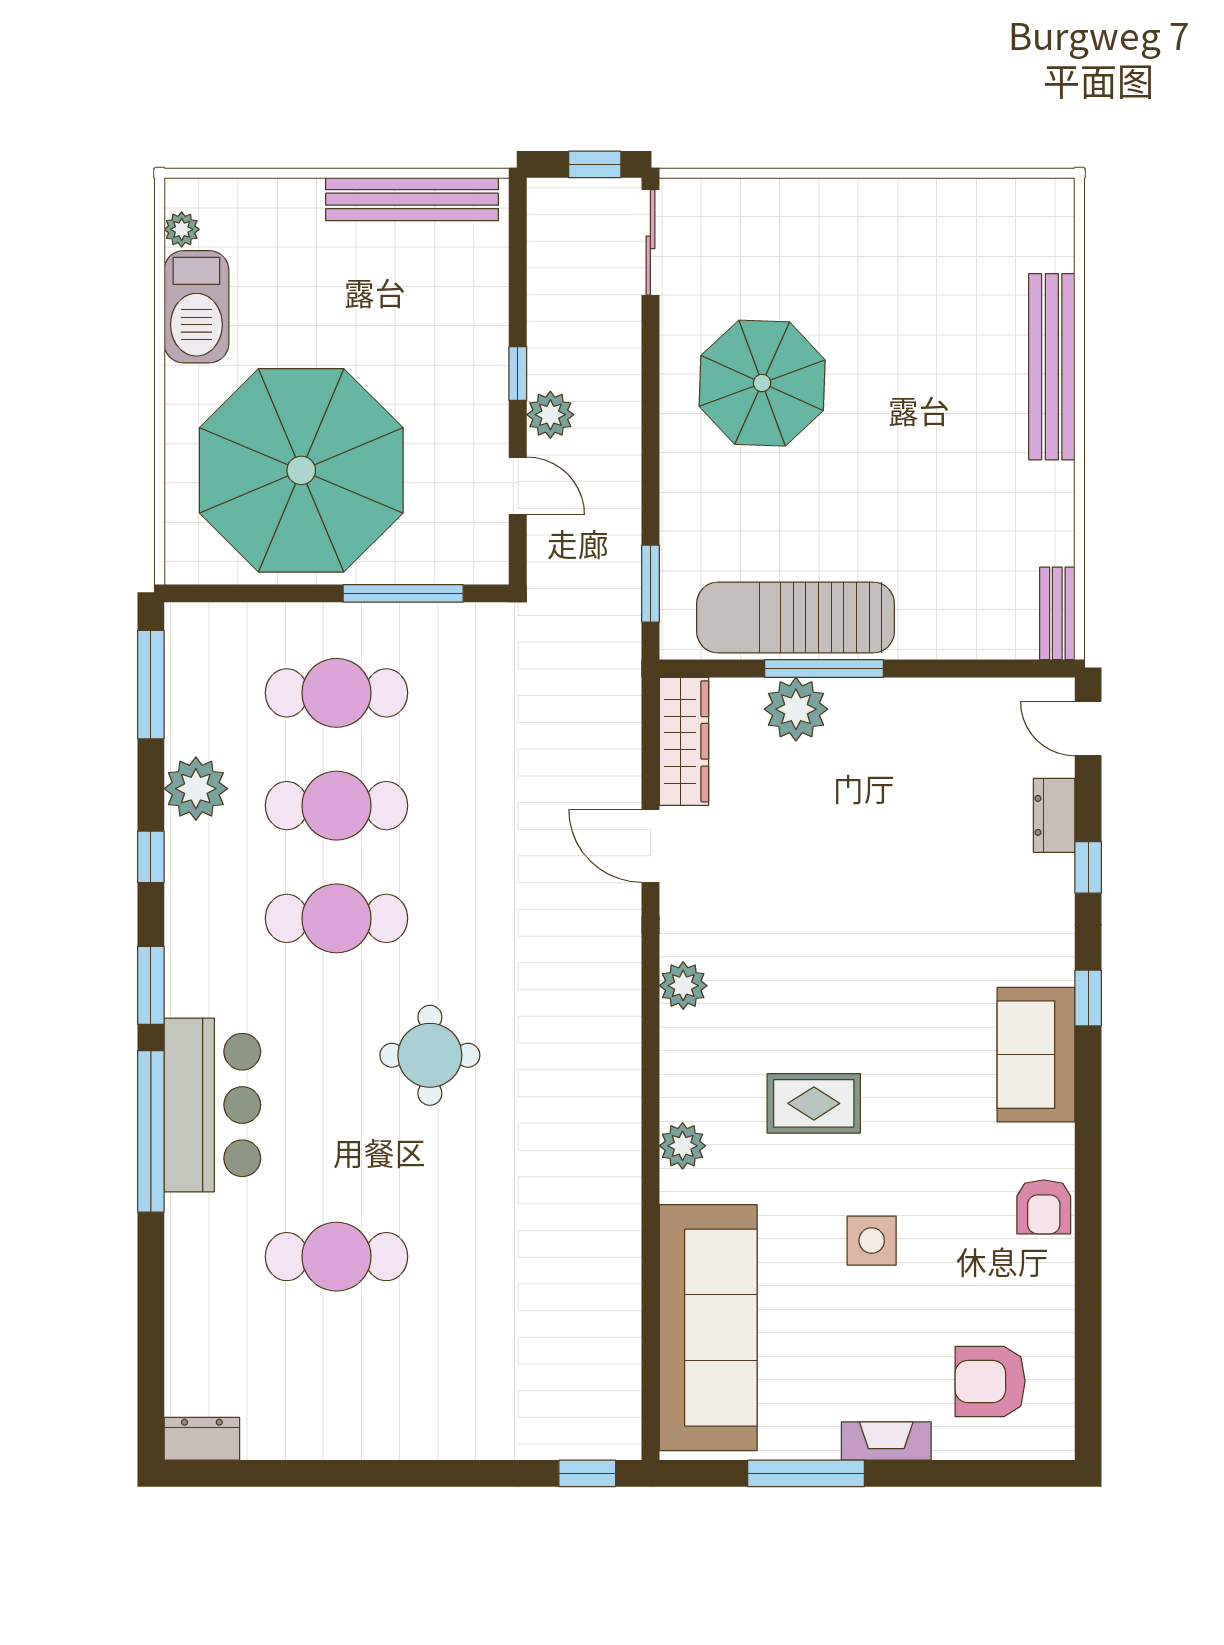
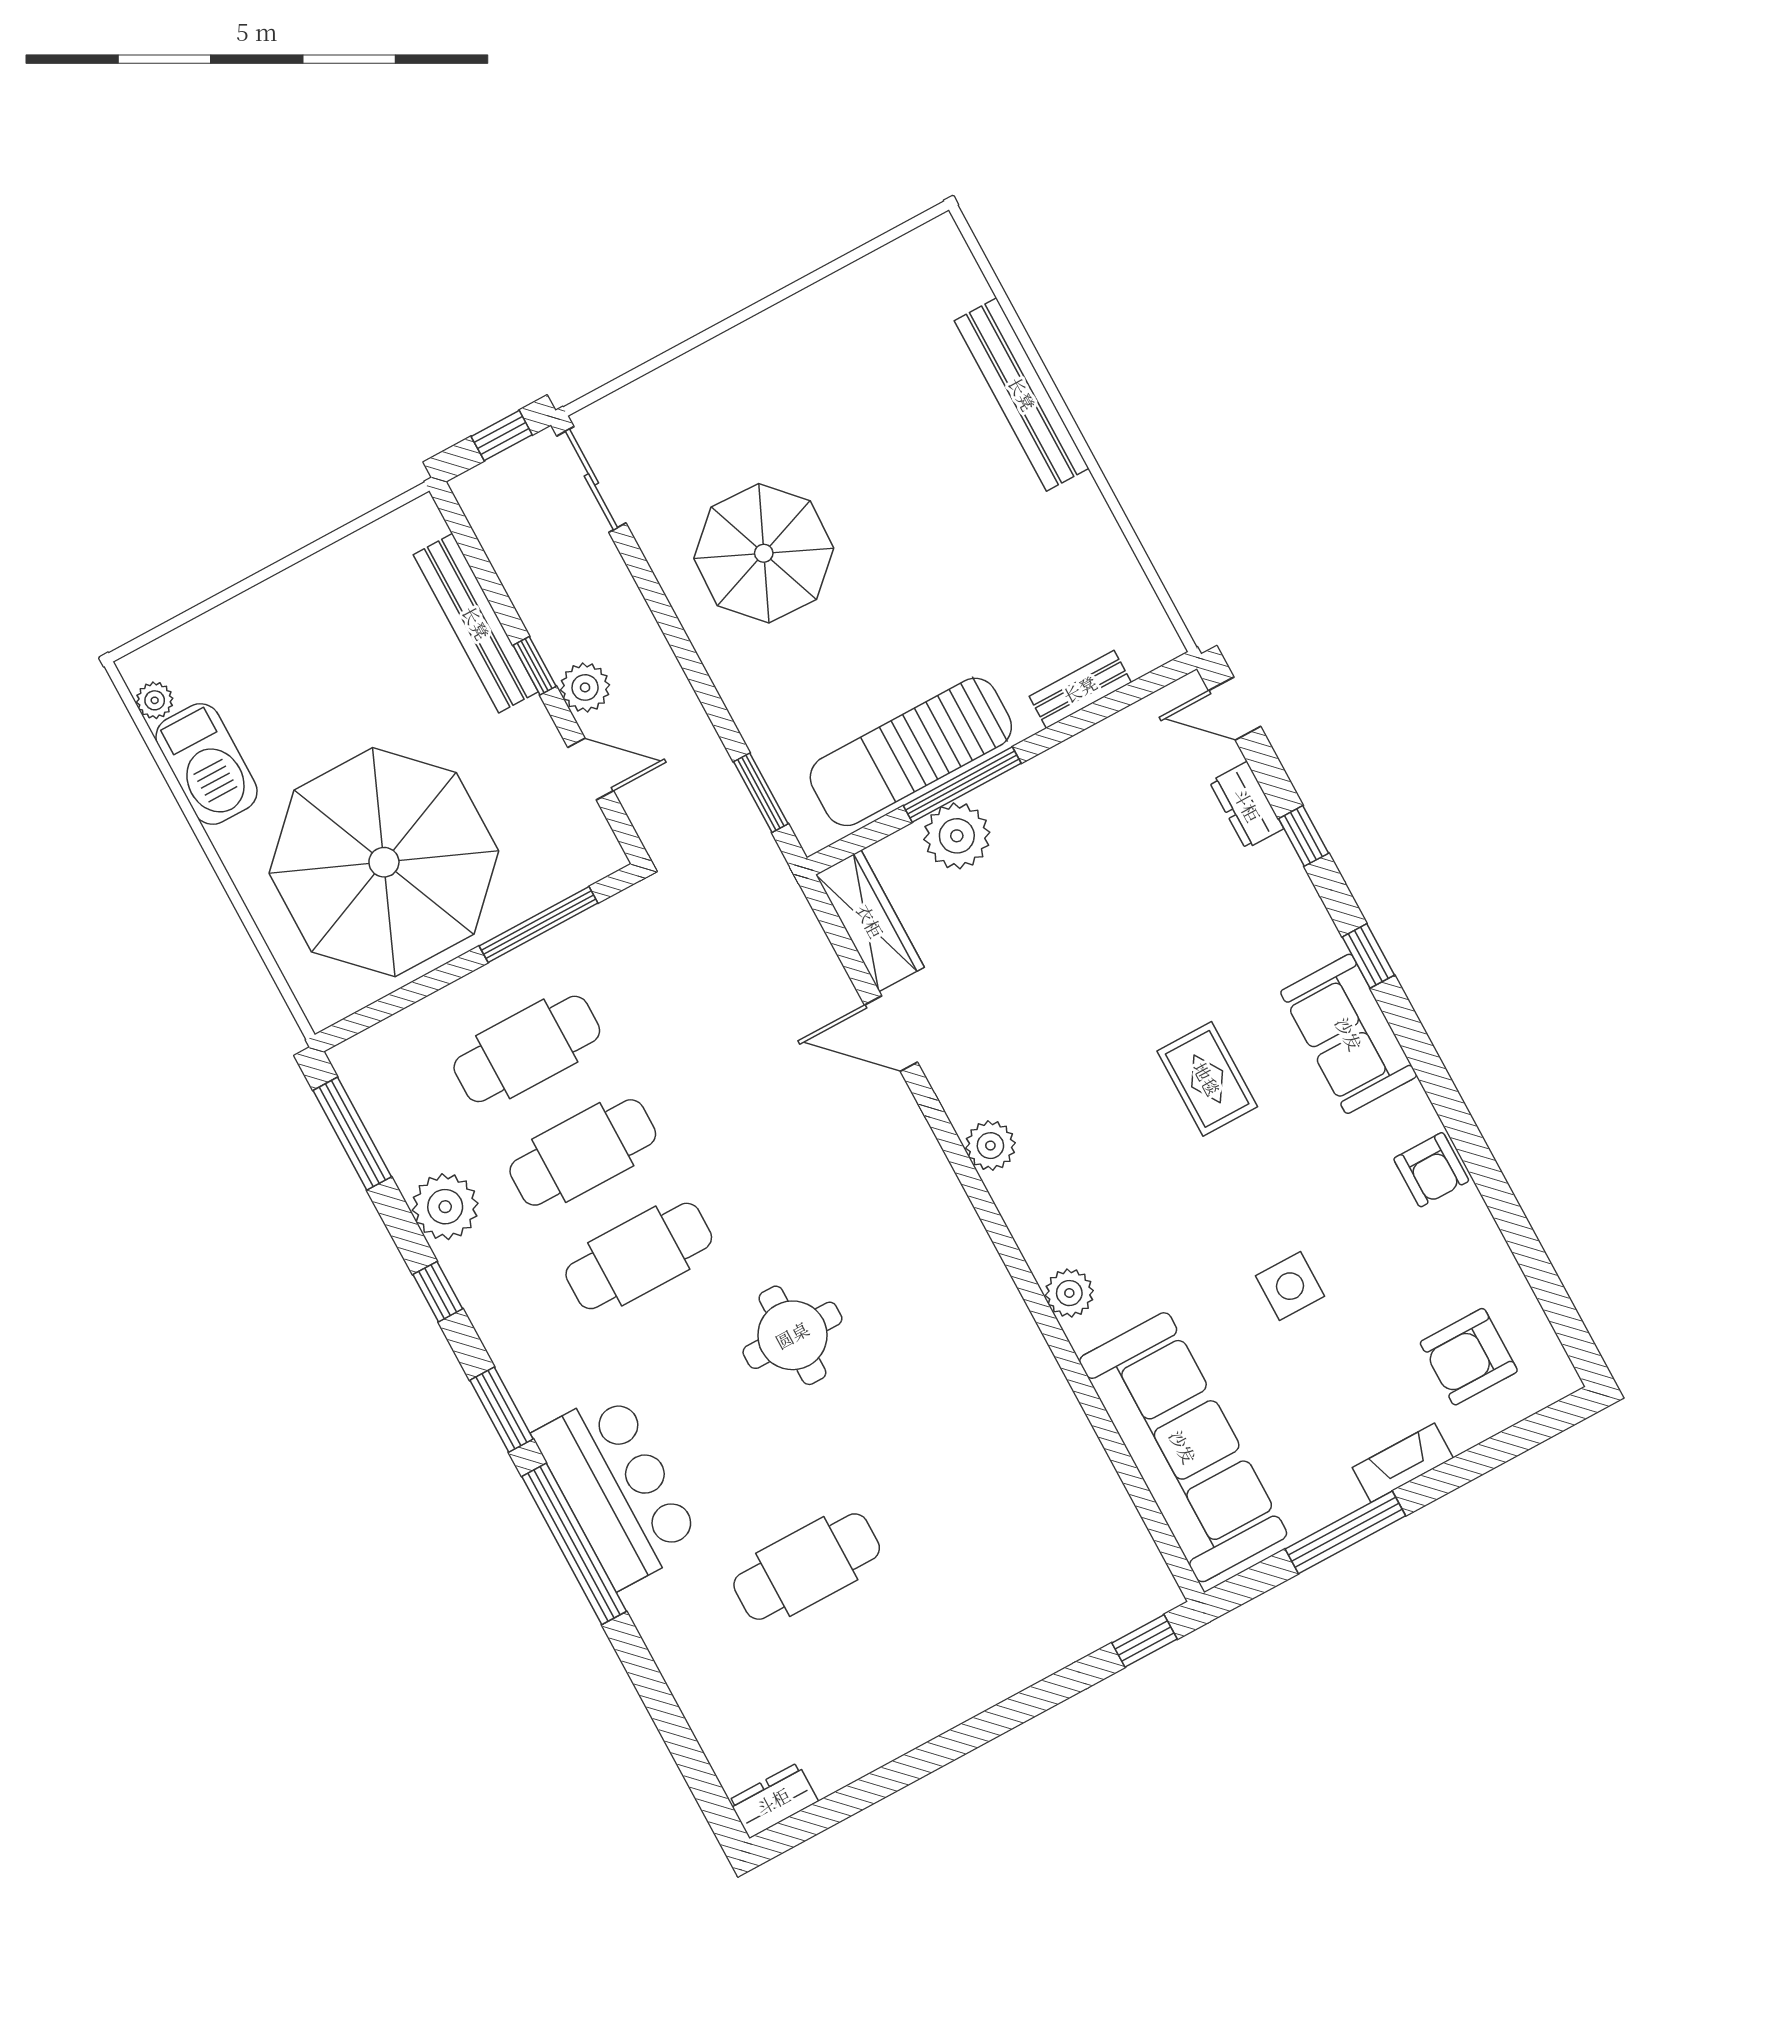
bench: (412, 199) -> (476, 623), moved, turned 90
bench: (1057, 613) -> (1080, 689), moved, turned 90
rug: (814, 1103) -> (1207, 1079), moved, turned 90

